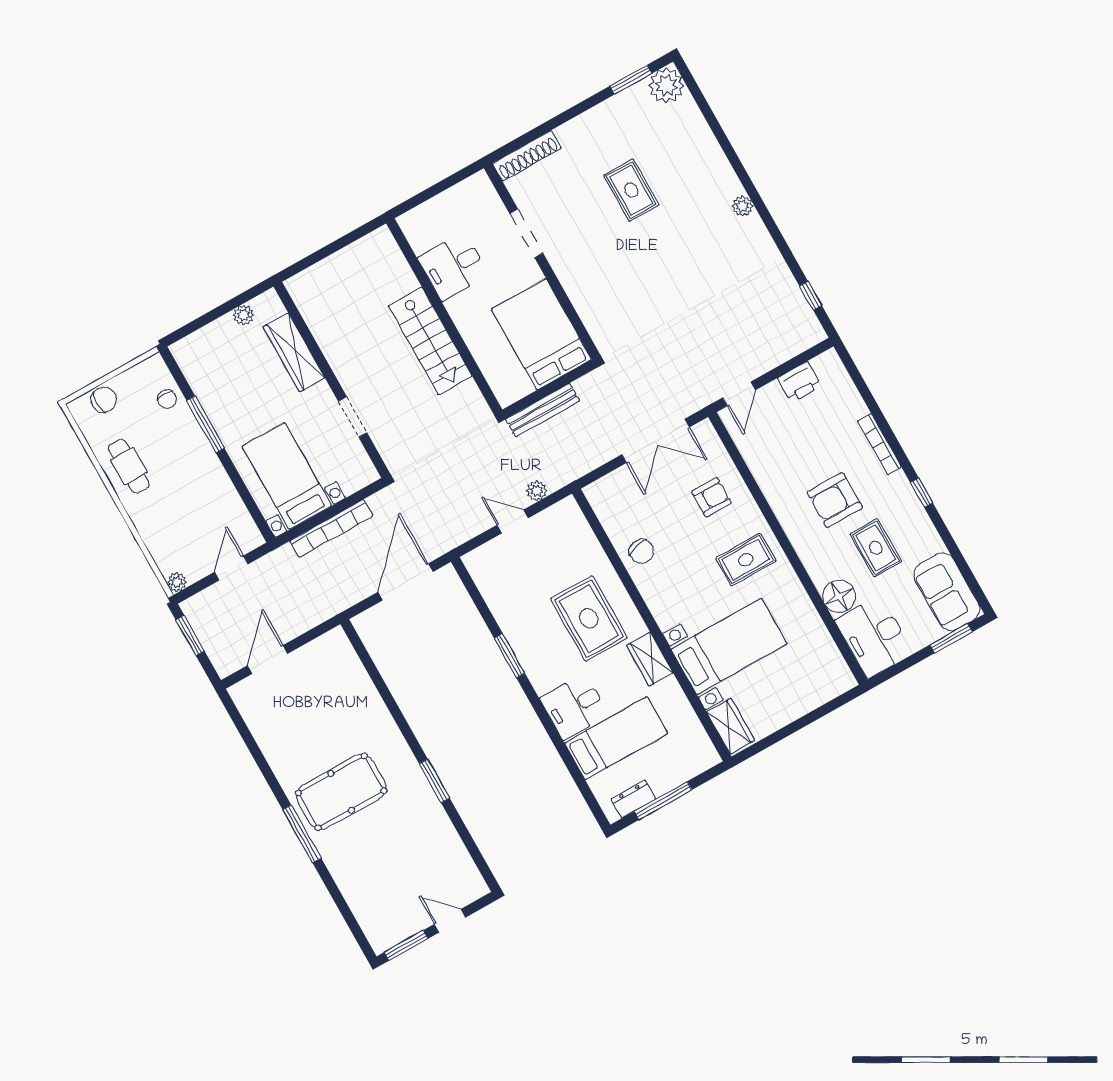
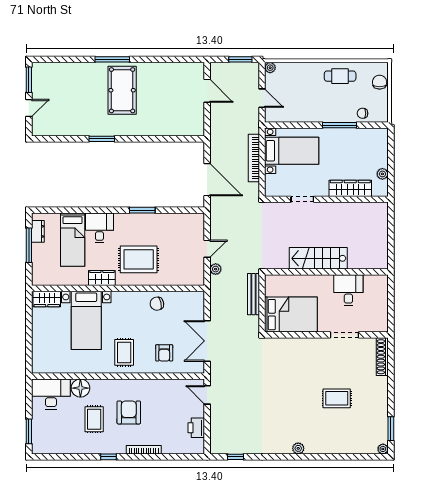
plant: (666, 85) -> (383, 449), width x0.53, depth x0.53
chair: (104, 400) -> (380, 82), turned 180
rug: (876, 548) -> (94, 419), turned 90
sofa: (947, 592) -> (53, 442), removed

